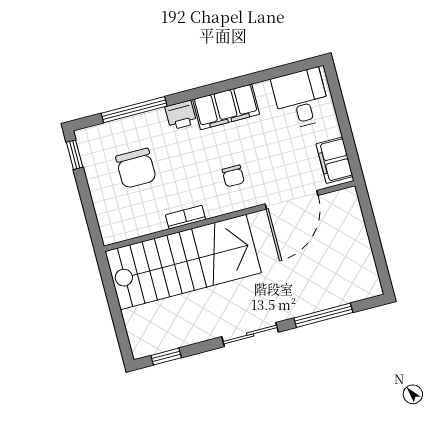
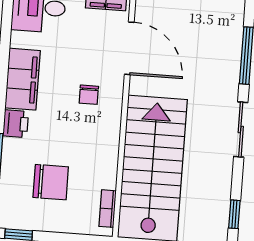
chair: (233, 176) -> (89, 95), turned 90
bookcase: (186, 217) -> (107, 209), moved

